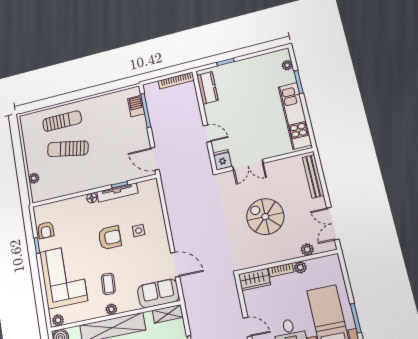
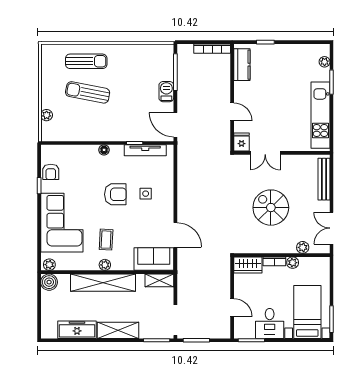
barbecue: (136, 106) -> (166, 92), moved
tv unit: (117, 192) -> (145, 150), moved

